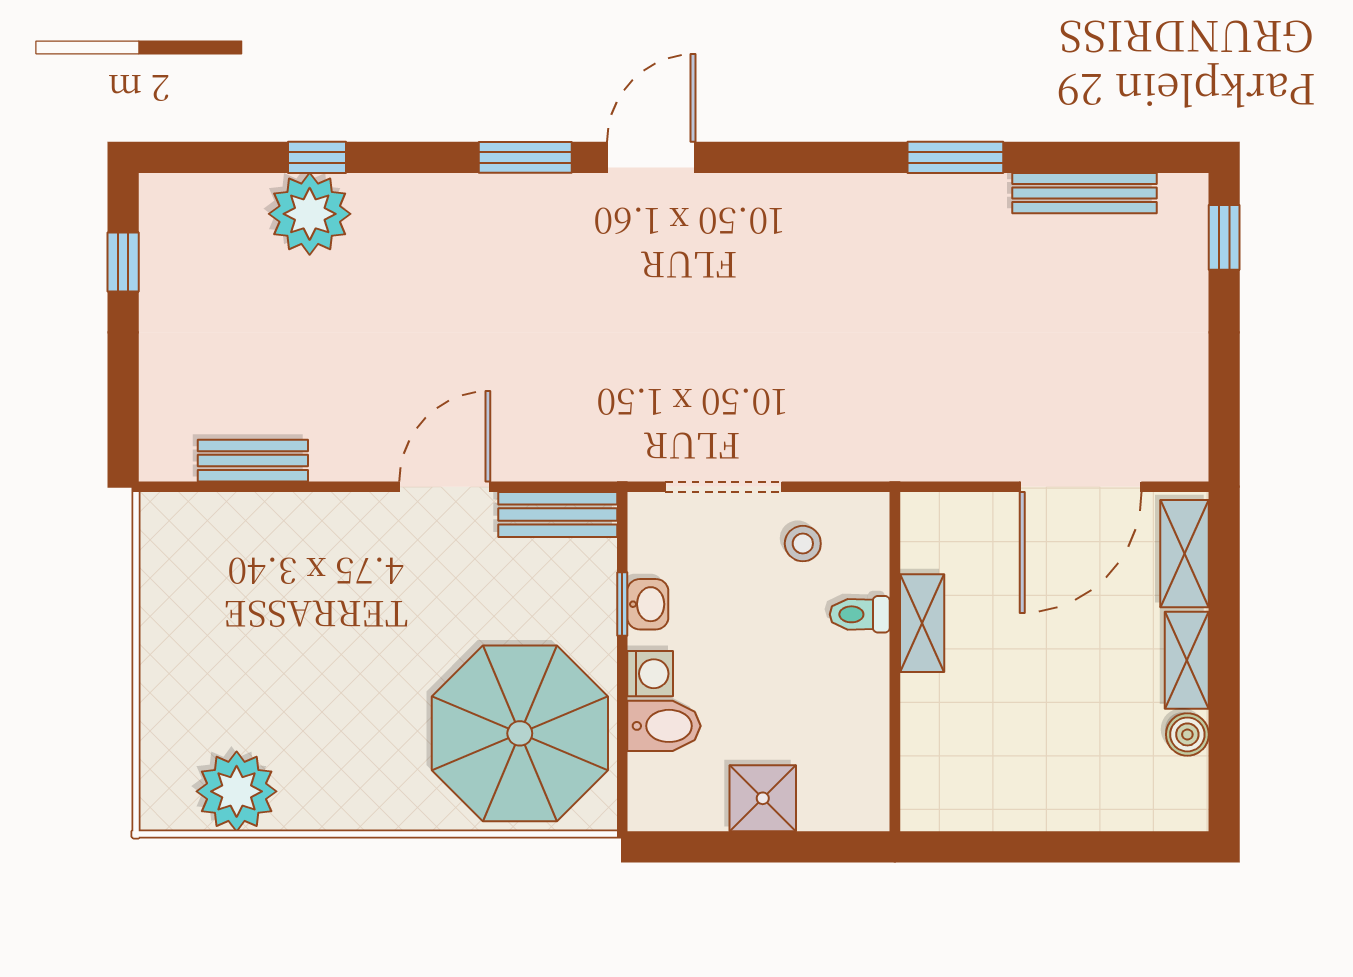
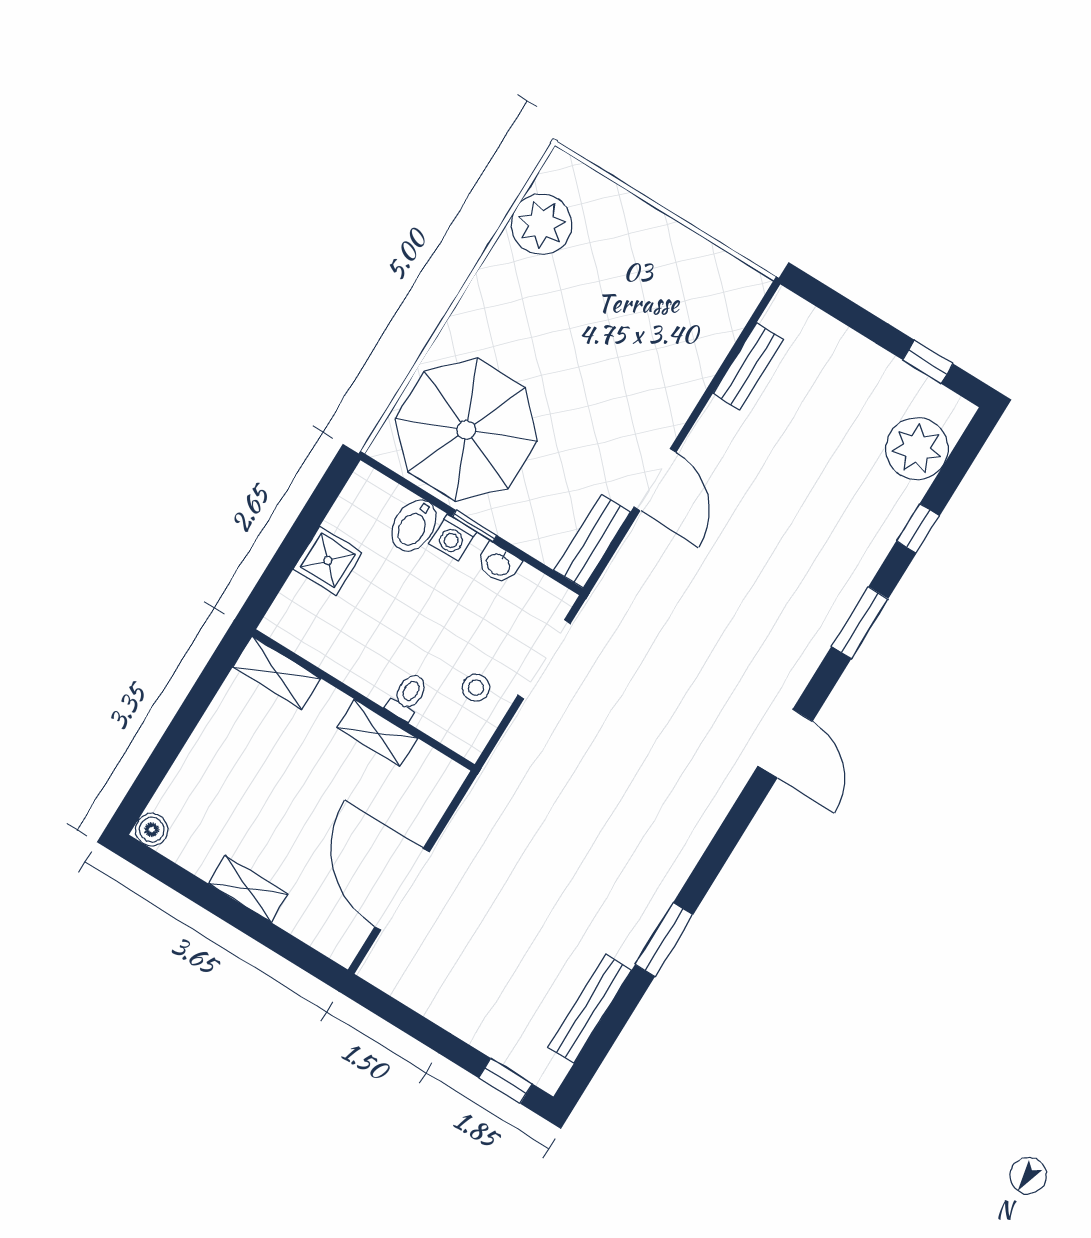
window: (525, 157) -> (860, 623), moved
plant: (310, 214) -> (917, 449), moved
shelving: (1185, 554) -> (277, 673), moved
window: (622, 604) -> (475, 526), moved
boiler: (1187, 734) -> (152, 830), moved

